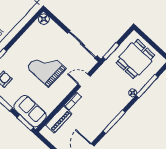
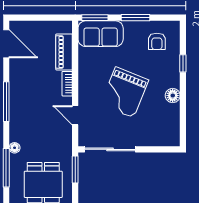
floor lamp: (44, 19) -> (173, 96), moved
grand piano: (46, 68) -> (125, 92), turned 112
door: (84, 80) -> (75, 115), swing flipped

